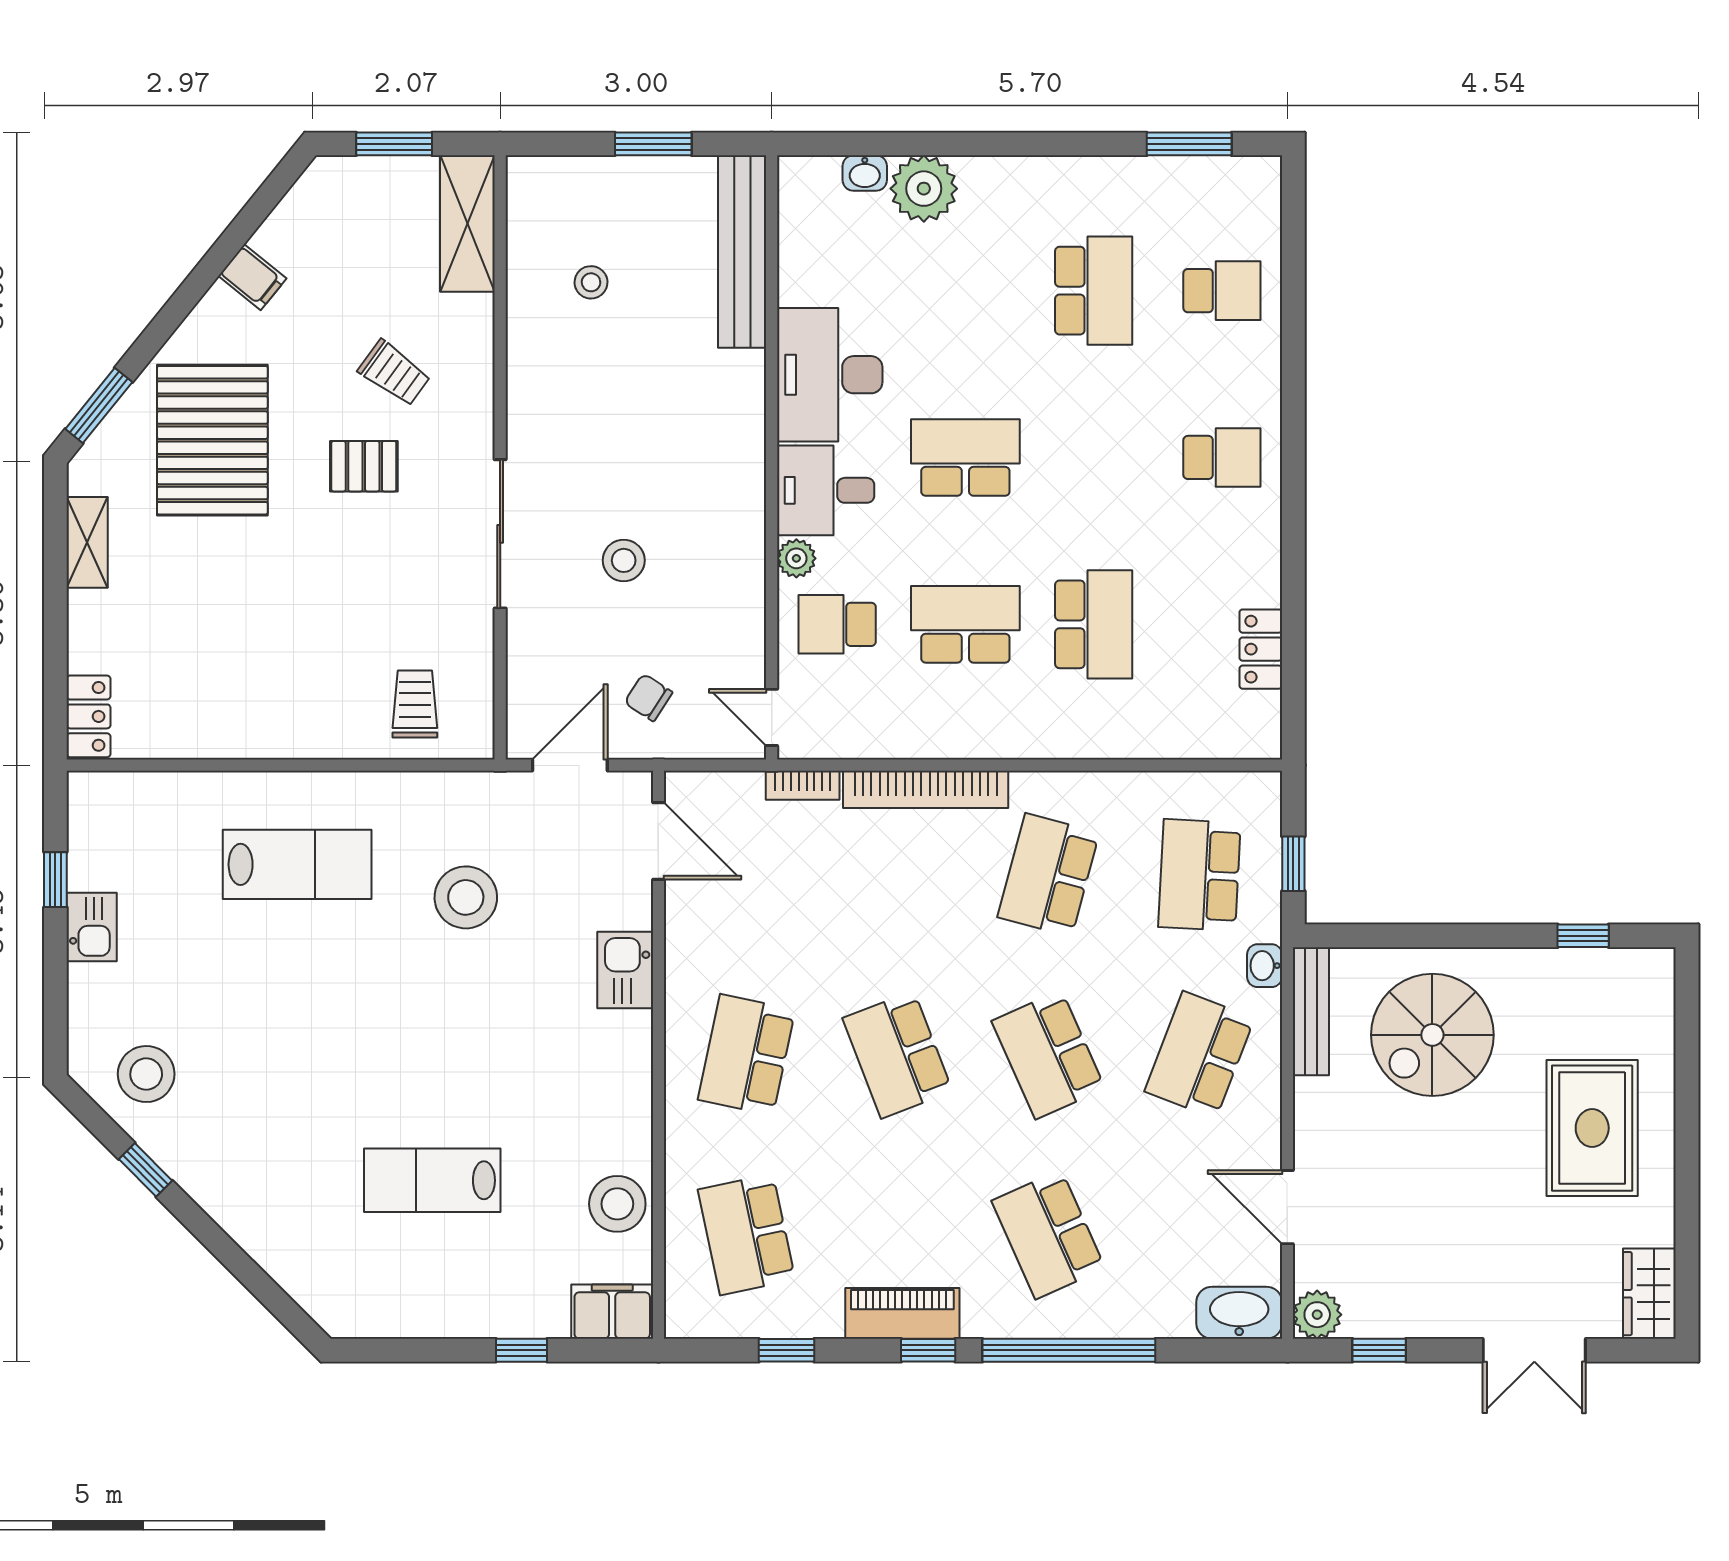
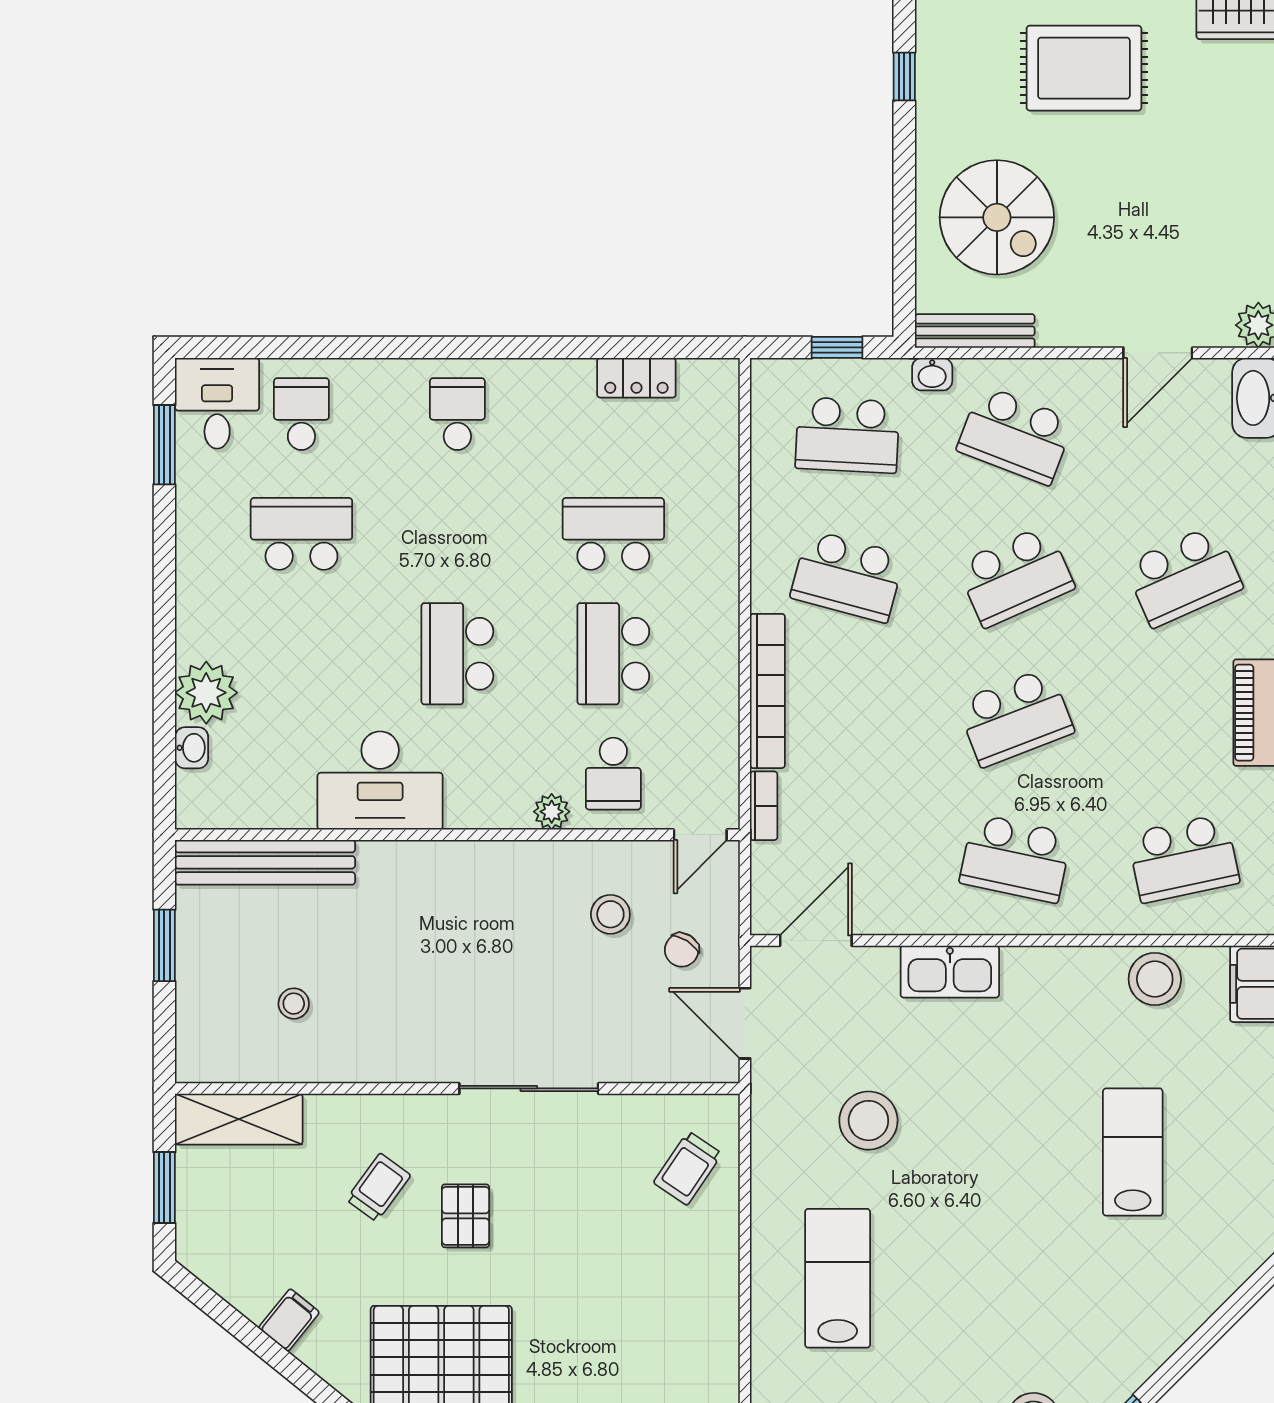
desk: (826, 490) -> (217, 403), moved, turned 180
stool: (624, 560) -> (610, 914), moved
trolley: (415, 704) -> (688, 1168), turned -56
kitchen sink: (625, 970) -> (950, 972), width x1.38
lab bench: (432, 1180) -> (1133, 1152), turned 180

